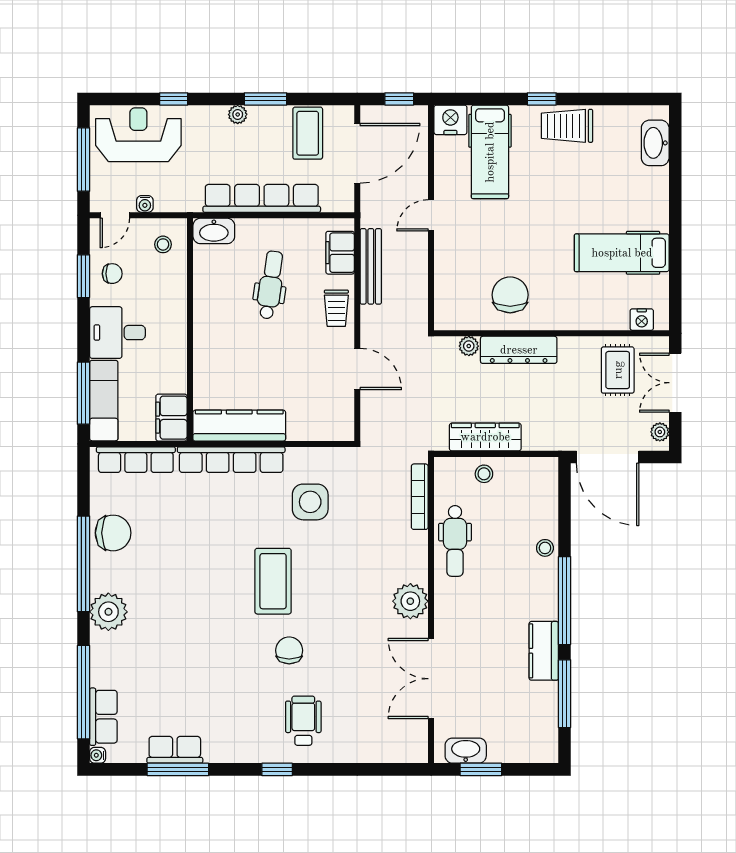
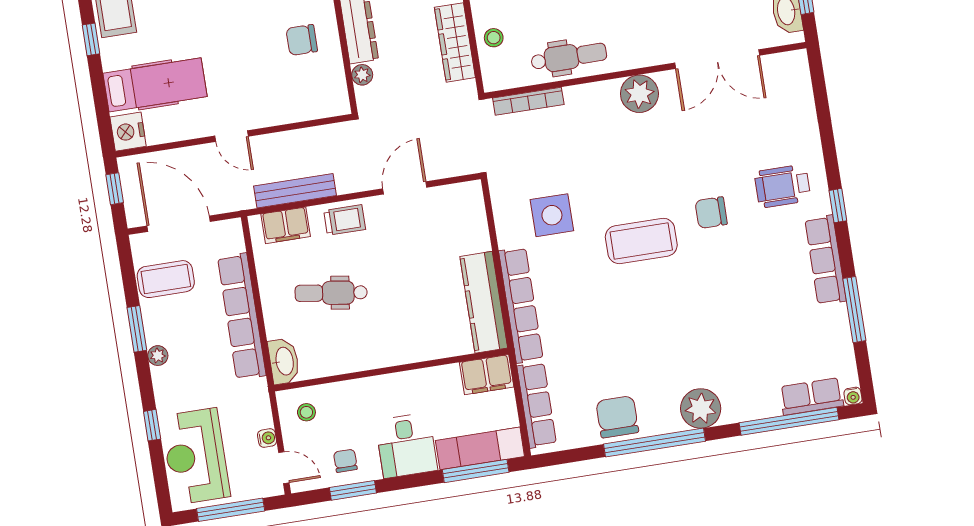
chair: (510, 295) -> (302, 40), width x0.73, depth x0.73
row of seats: (175, 750) -> (826, 260), moved, width x1.48

